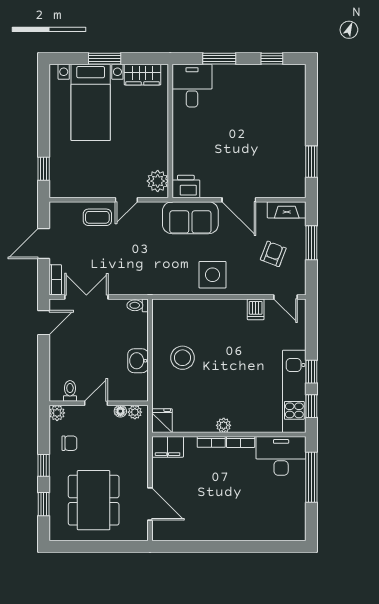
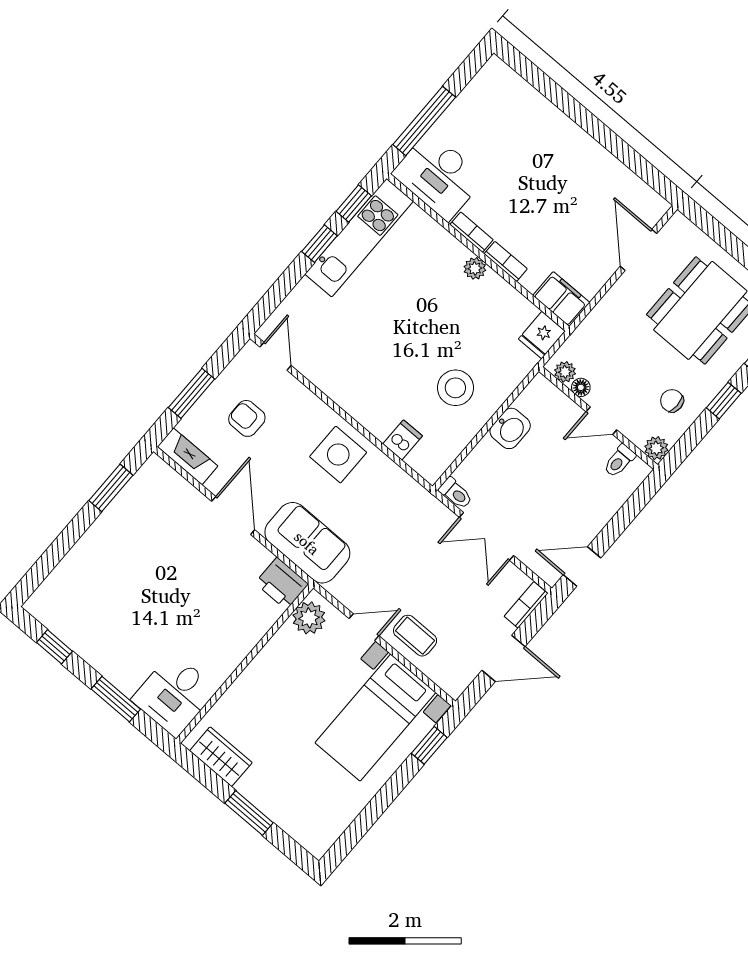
bed with nightstands: (91, 102) -> (375, 718), moved, turned 180
armchair: (273, 254) -> (247, 418), turned 69
double door: (86, 297) -> (487, 536), moved
dishwasher: (256, 309) -> (403, 440), moved

